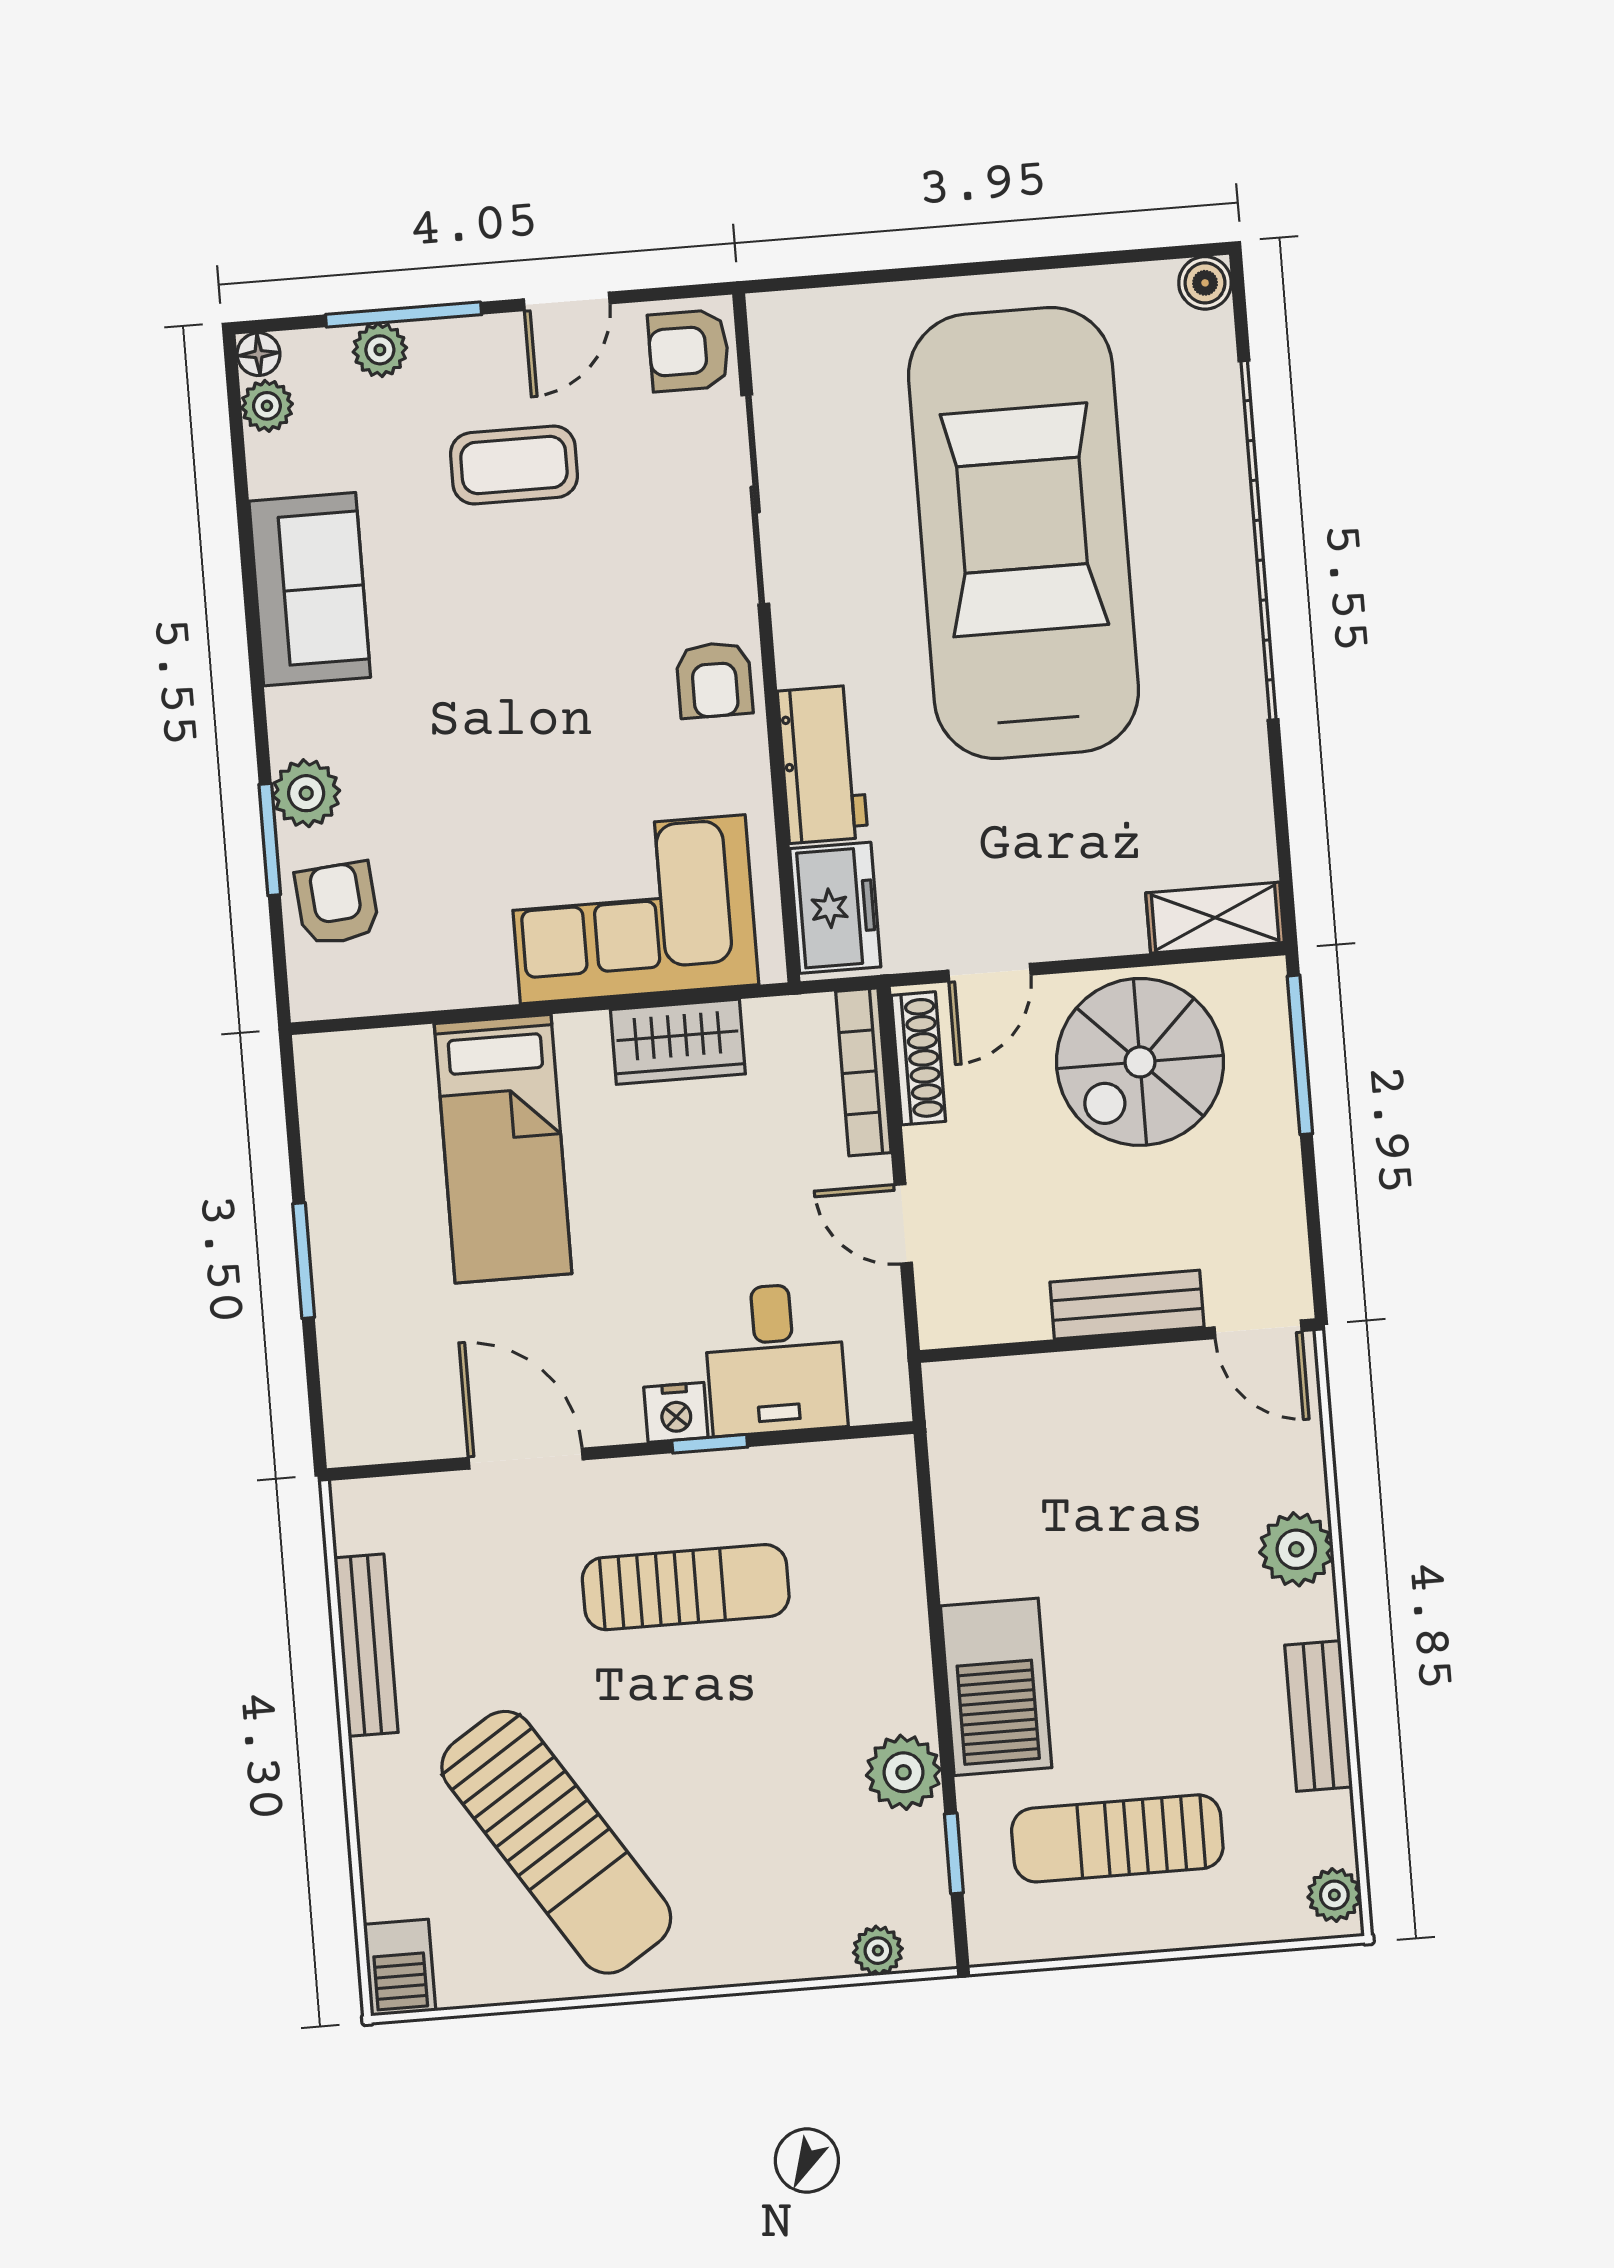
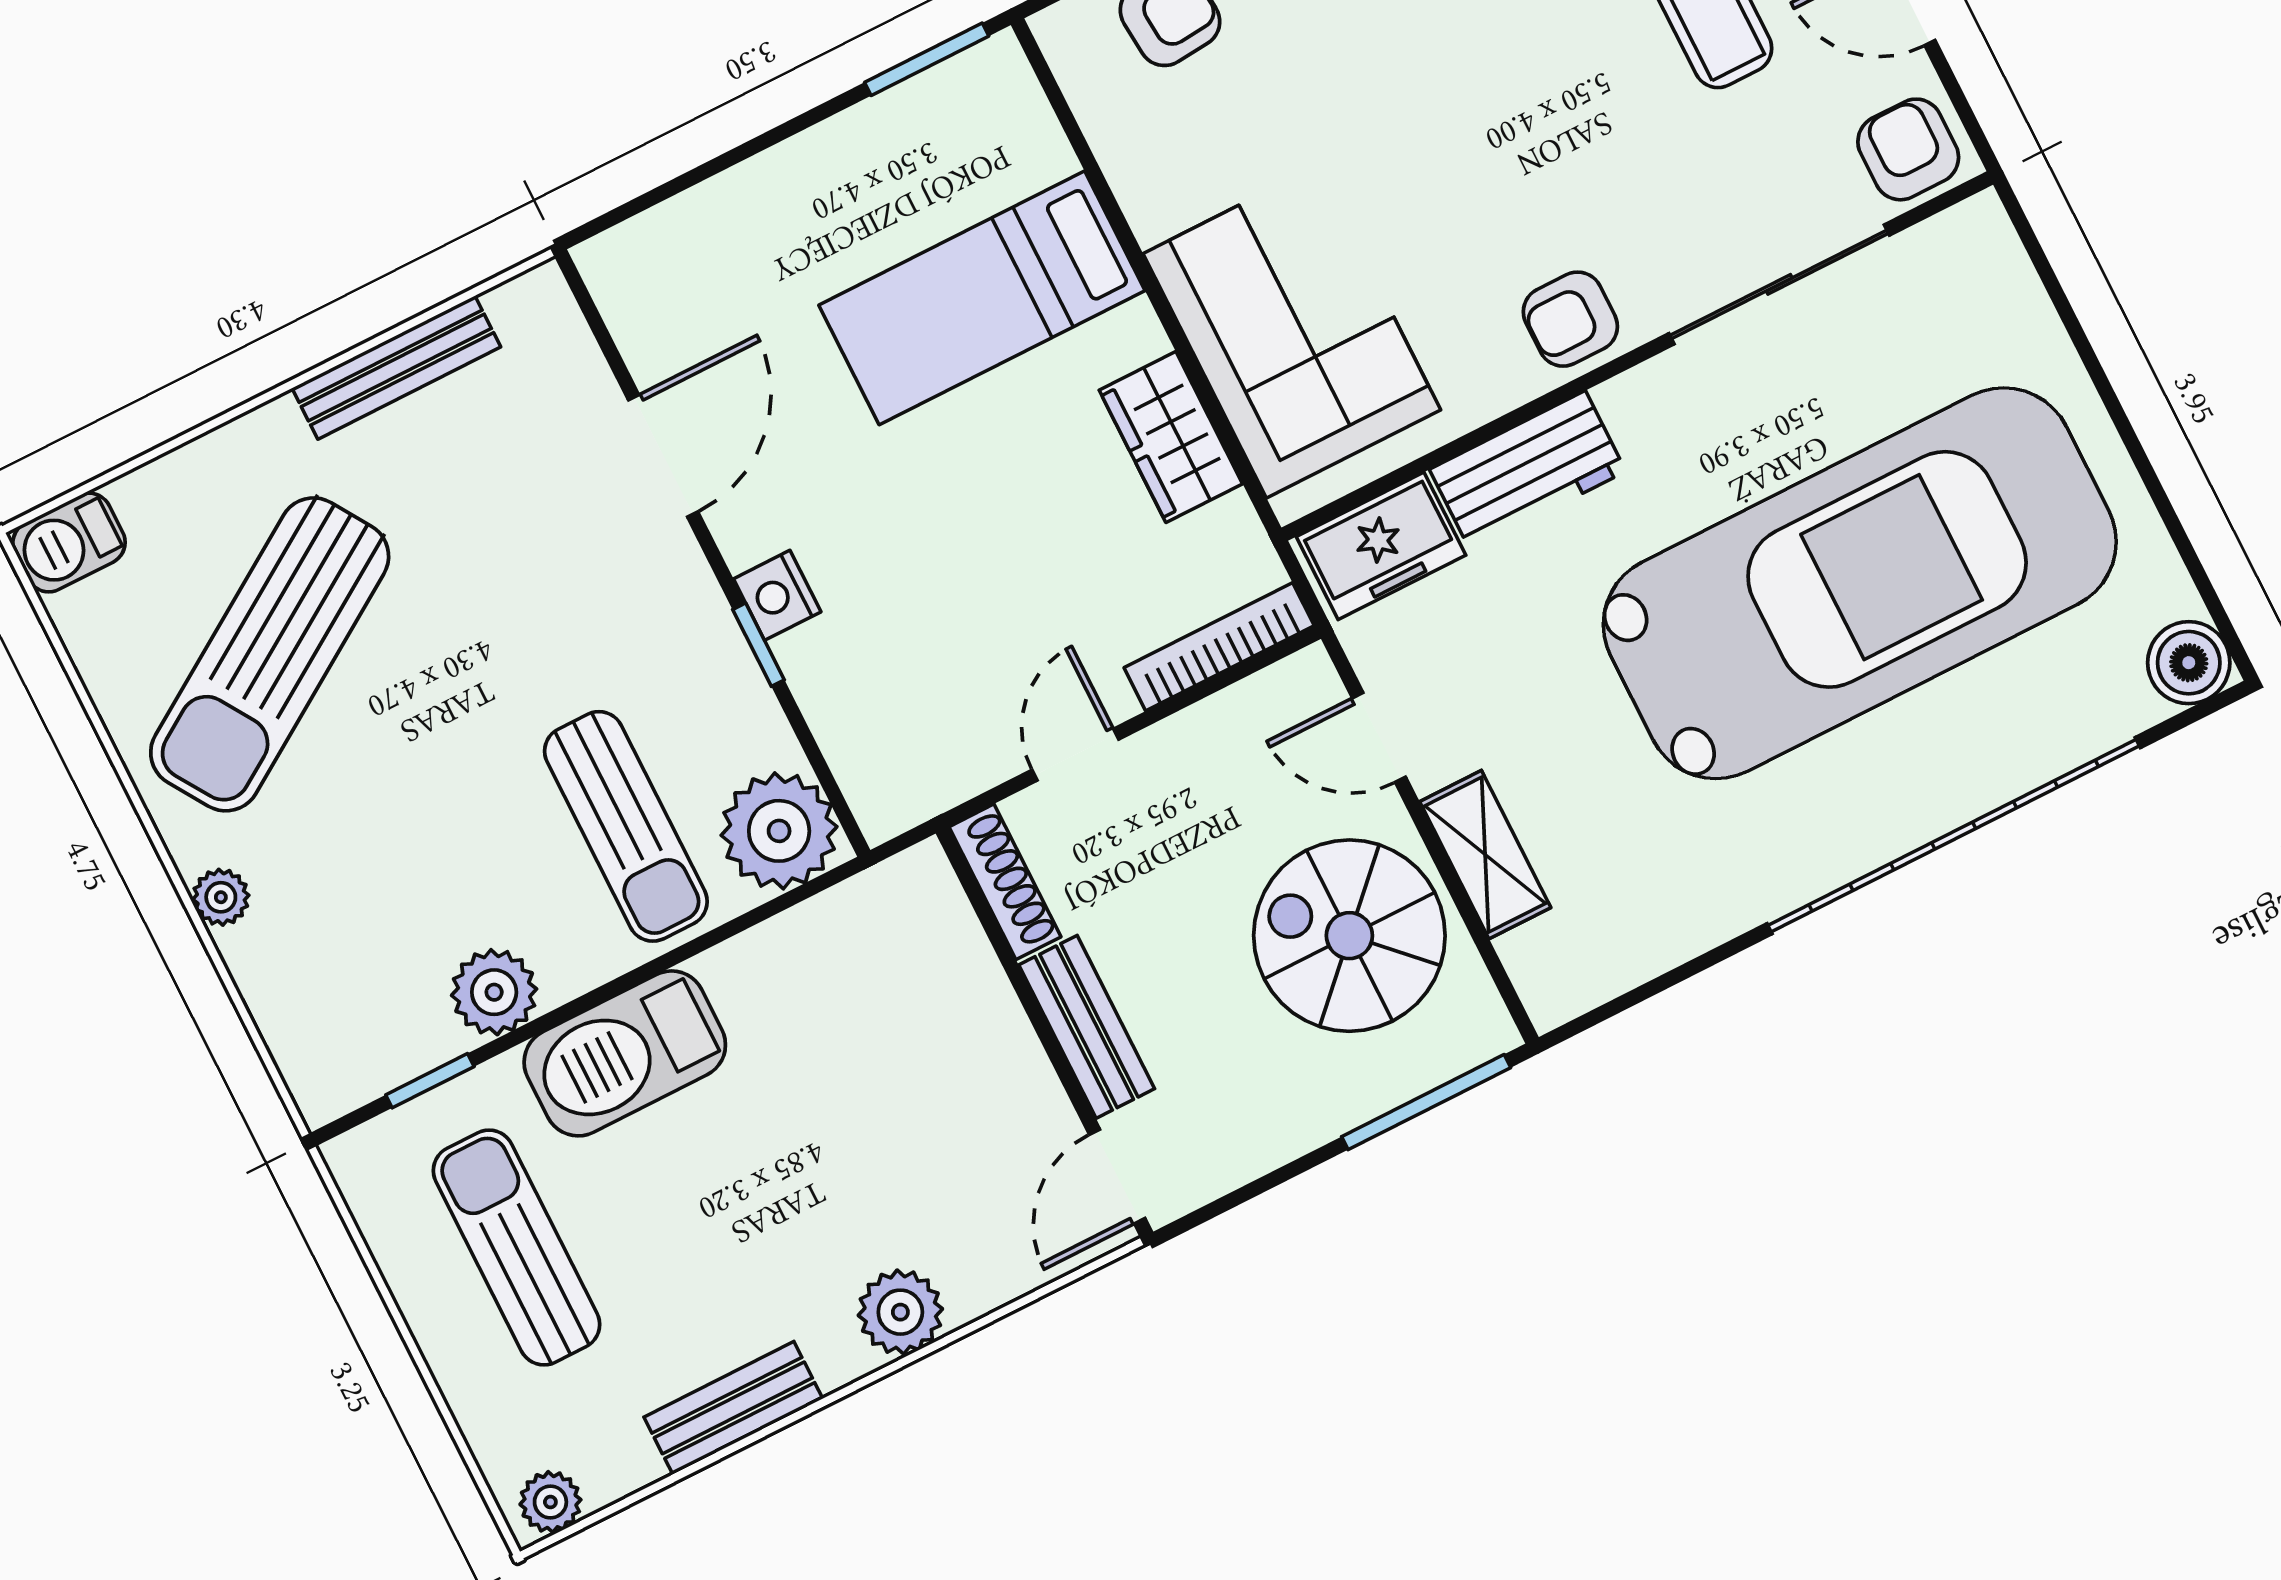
boiler: (1205, 283) -> (2189, 663), width x1.36, depth x1.36
shelving: (1215, 918) -> (1485, 855), moved
shoe rack: (918, 1058) -> (1005, 882), moved, turned -90
window: (304, 1261) -> (927, 59), moved
desk: (775, 1359) -> (877, 677), removed
plant: (867, 1489) -> (779, 831), added
sun lounger: (686, 1587) -> (626, 826), moved
plant: (878, 1951) -> (221, 897), moved

